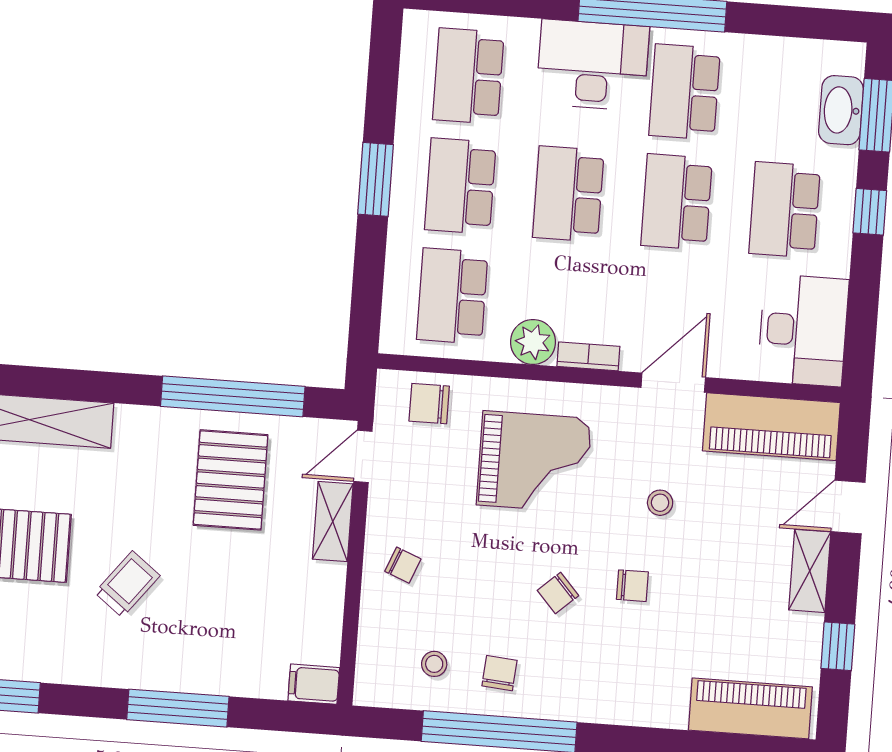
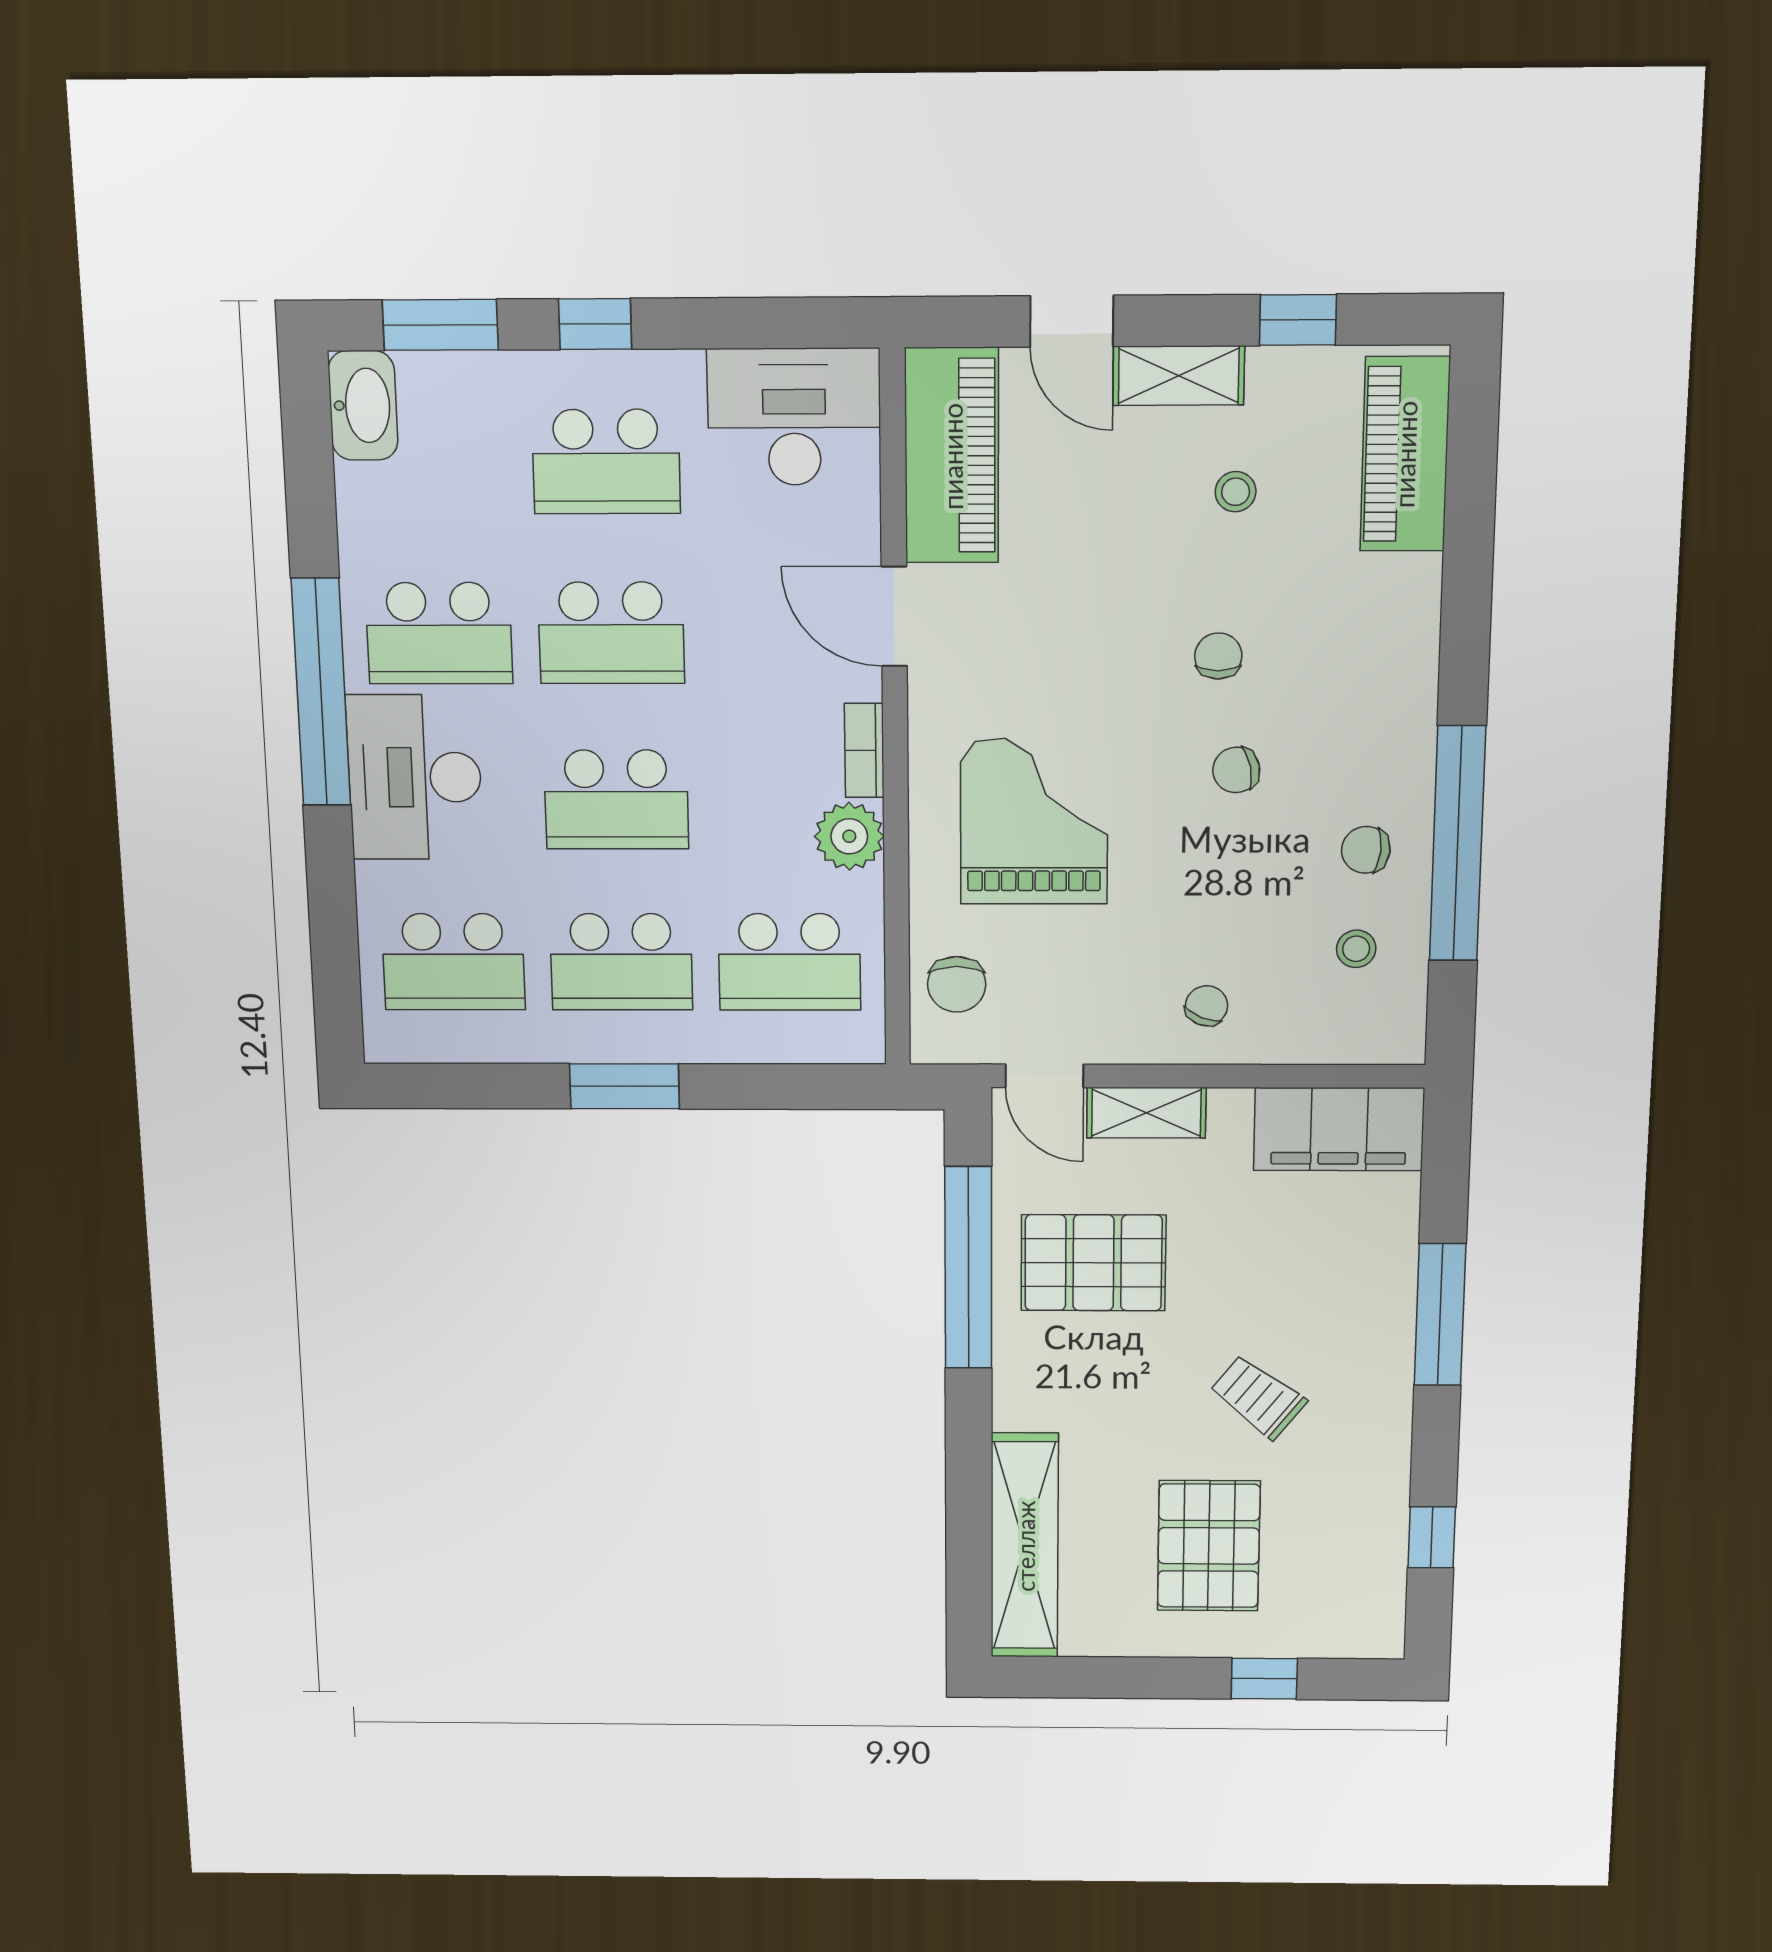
washbasin: (841, 110) -> (363, 405), moved, turned -90
stool: (660, 503) -> (1236, 492), moved
chair: (558, 593) -> (1236, 770), turned 120
filing cabinet: (314, 684) -> (1339, 1129), width x3.00, depth x1.17

